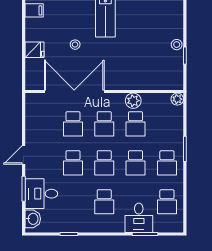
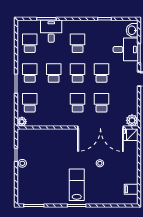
fridge: (34, 50) -> (131, 135), moved
plant: (133, 101) -> (132, 120), moved
school desk: (136, 124) -> (30, 103), moved

